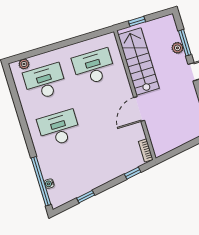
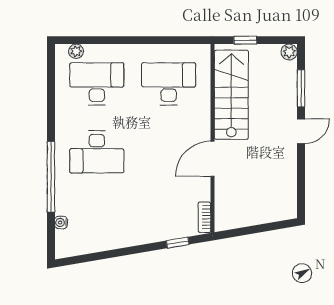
plant: (177, 48) -> (289, 52), moved
desk: (59, 128) -> (97, 152), turned 180
window: (41, 181) -> (51, 177), moved
window: (86, 197) -> (105, 255), removed

